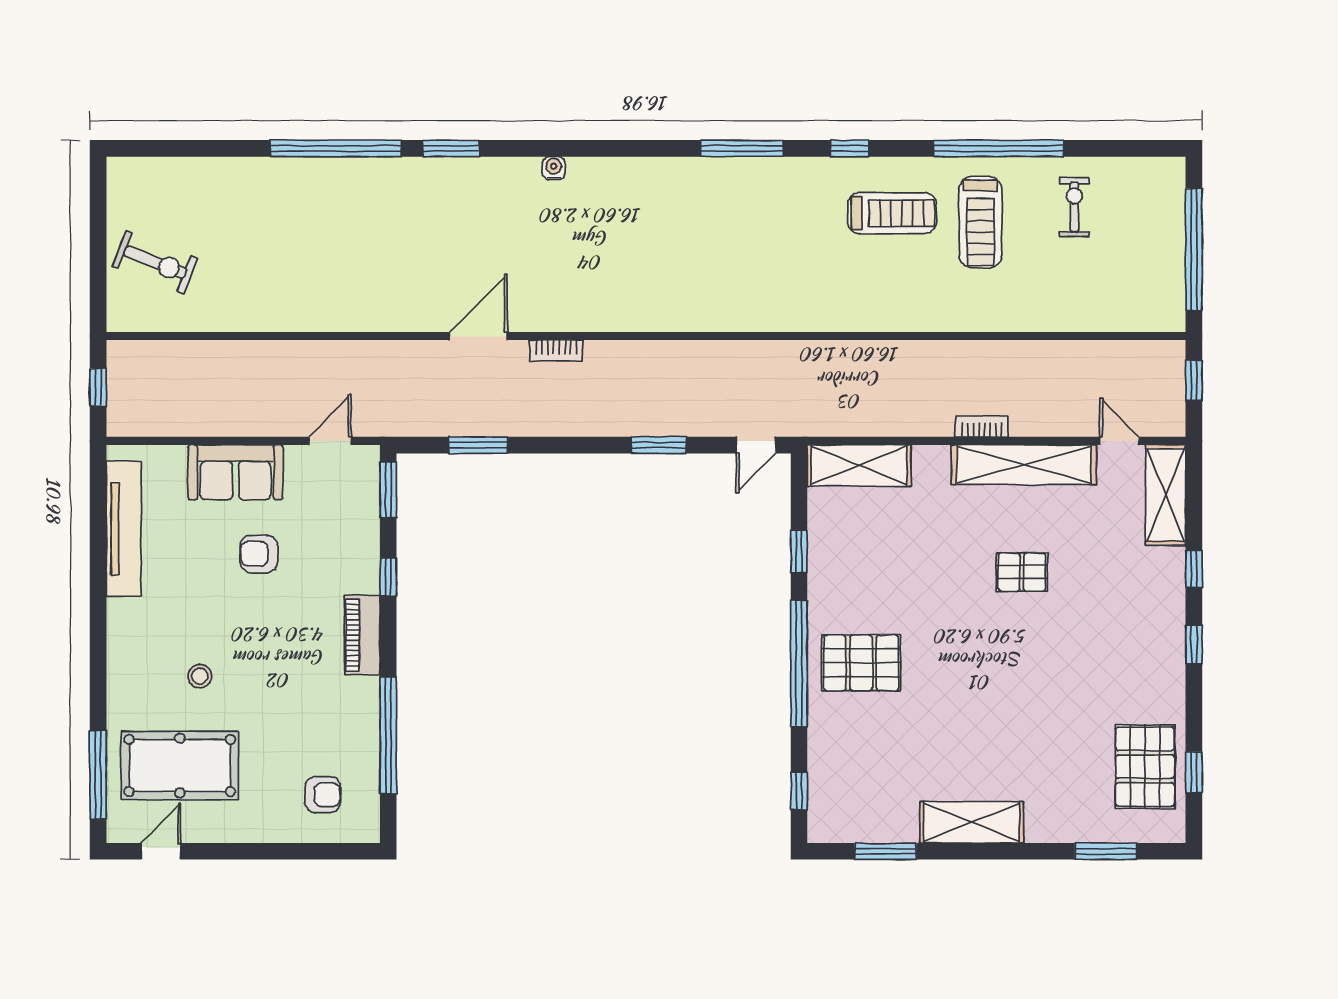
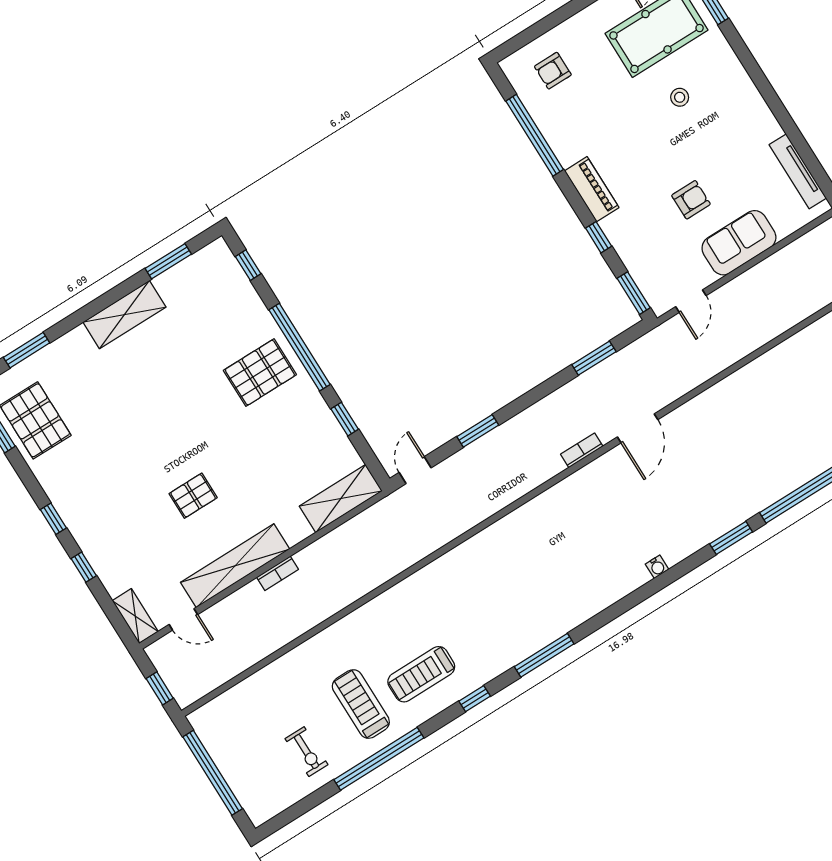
shelving: (1166, 495) -> (135, 616), width x0.67, depth x0.75
tv unit: (124, 529) -> (798, 171), width x0.73, depth x0.78

